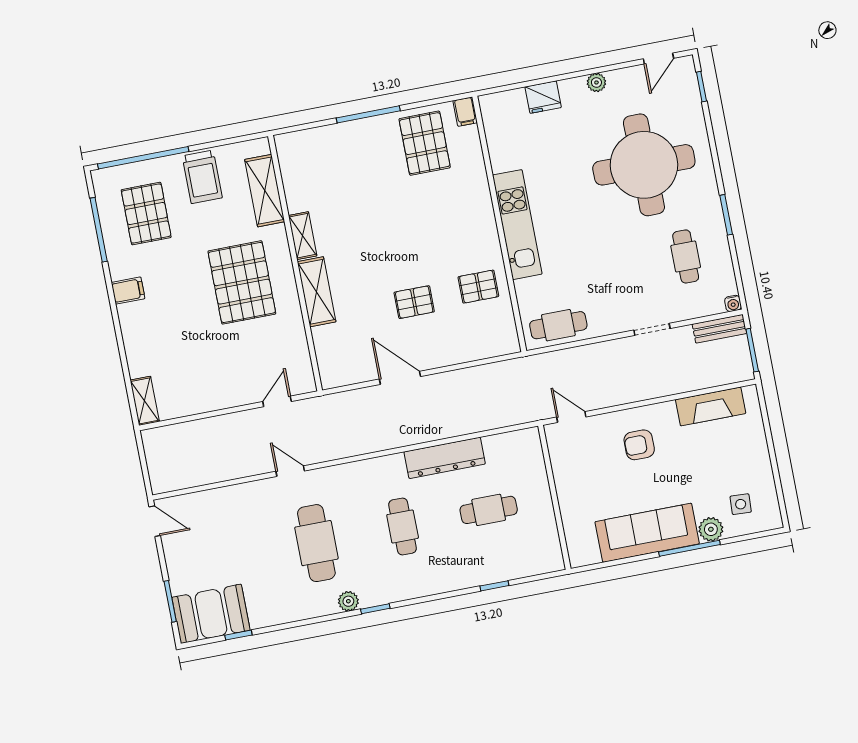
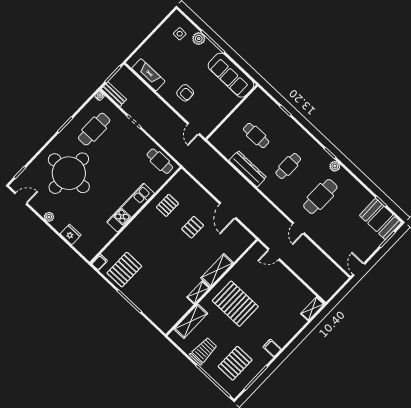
cafe table: (686, 256) -> (94, 129), width x1.37, depth x1.35
pallet: (242, 282) -> (235, 304), turned 90
pallet: (478, 287) -> (167, 205), turned 90
pallet: (414, 302) -> (193, 227), turned 90
sofa: (647, 533) -> (231, 75), moved

